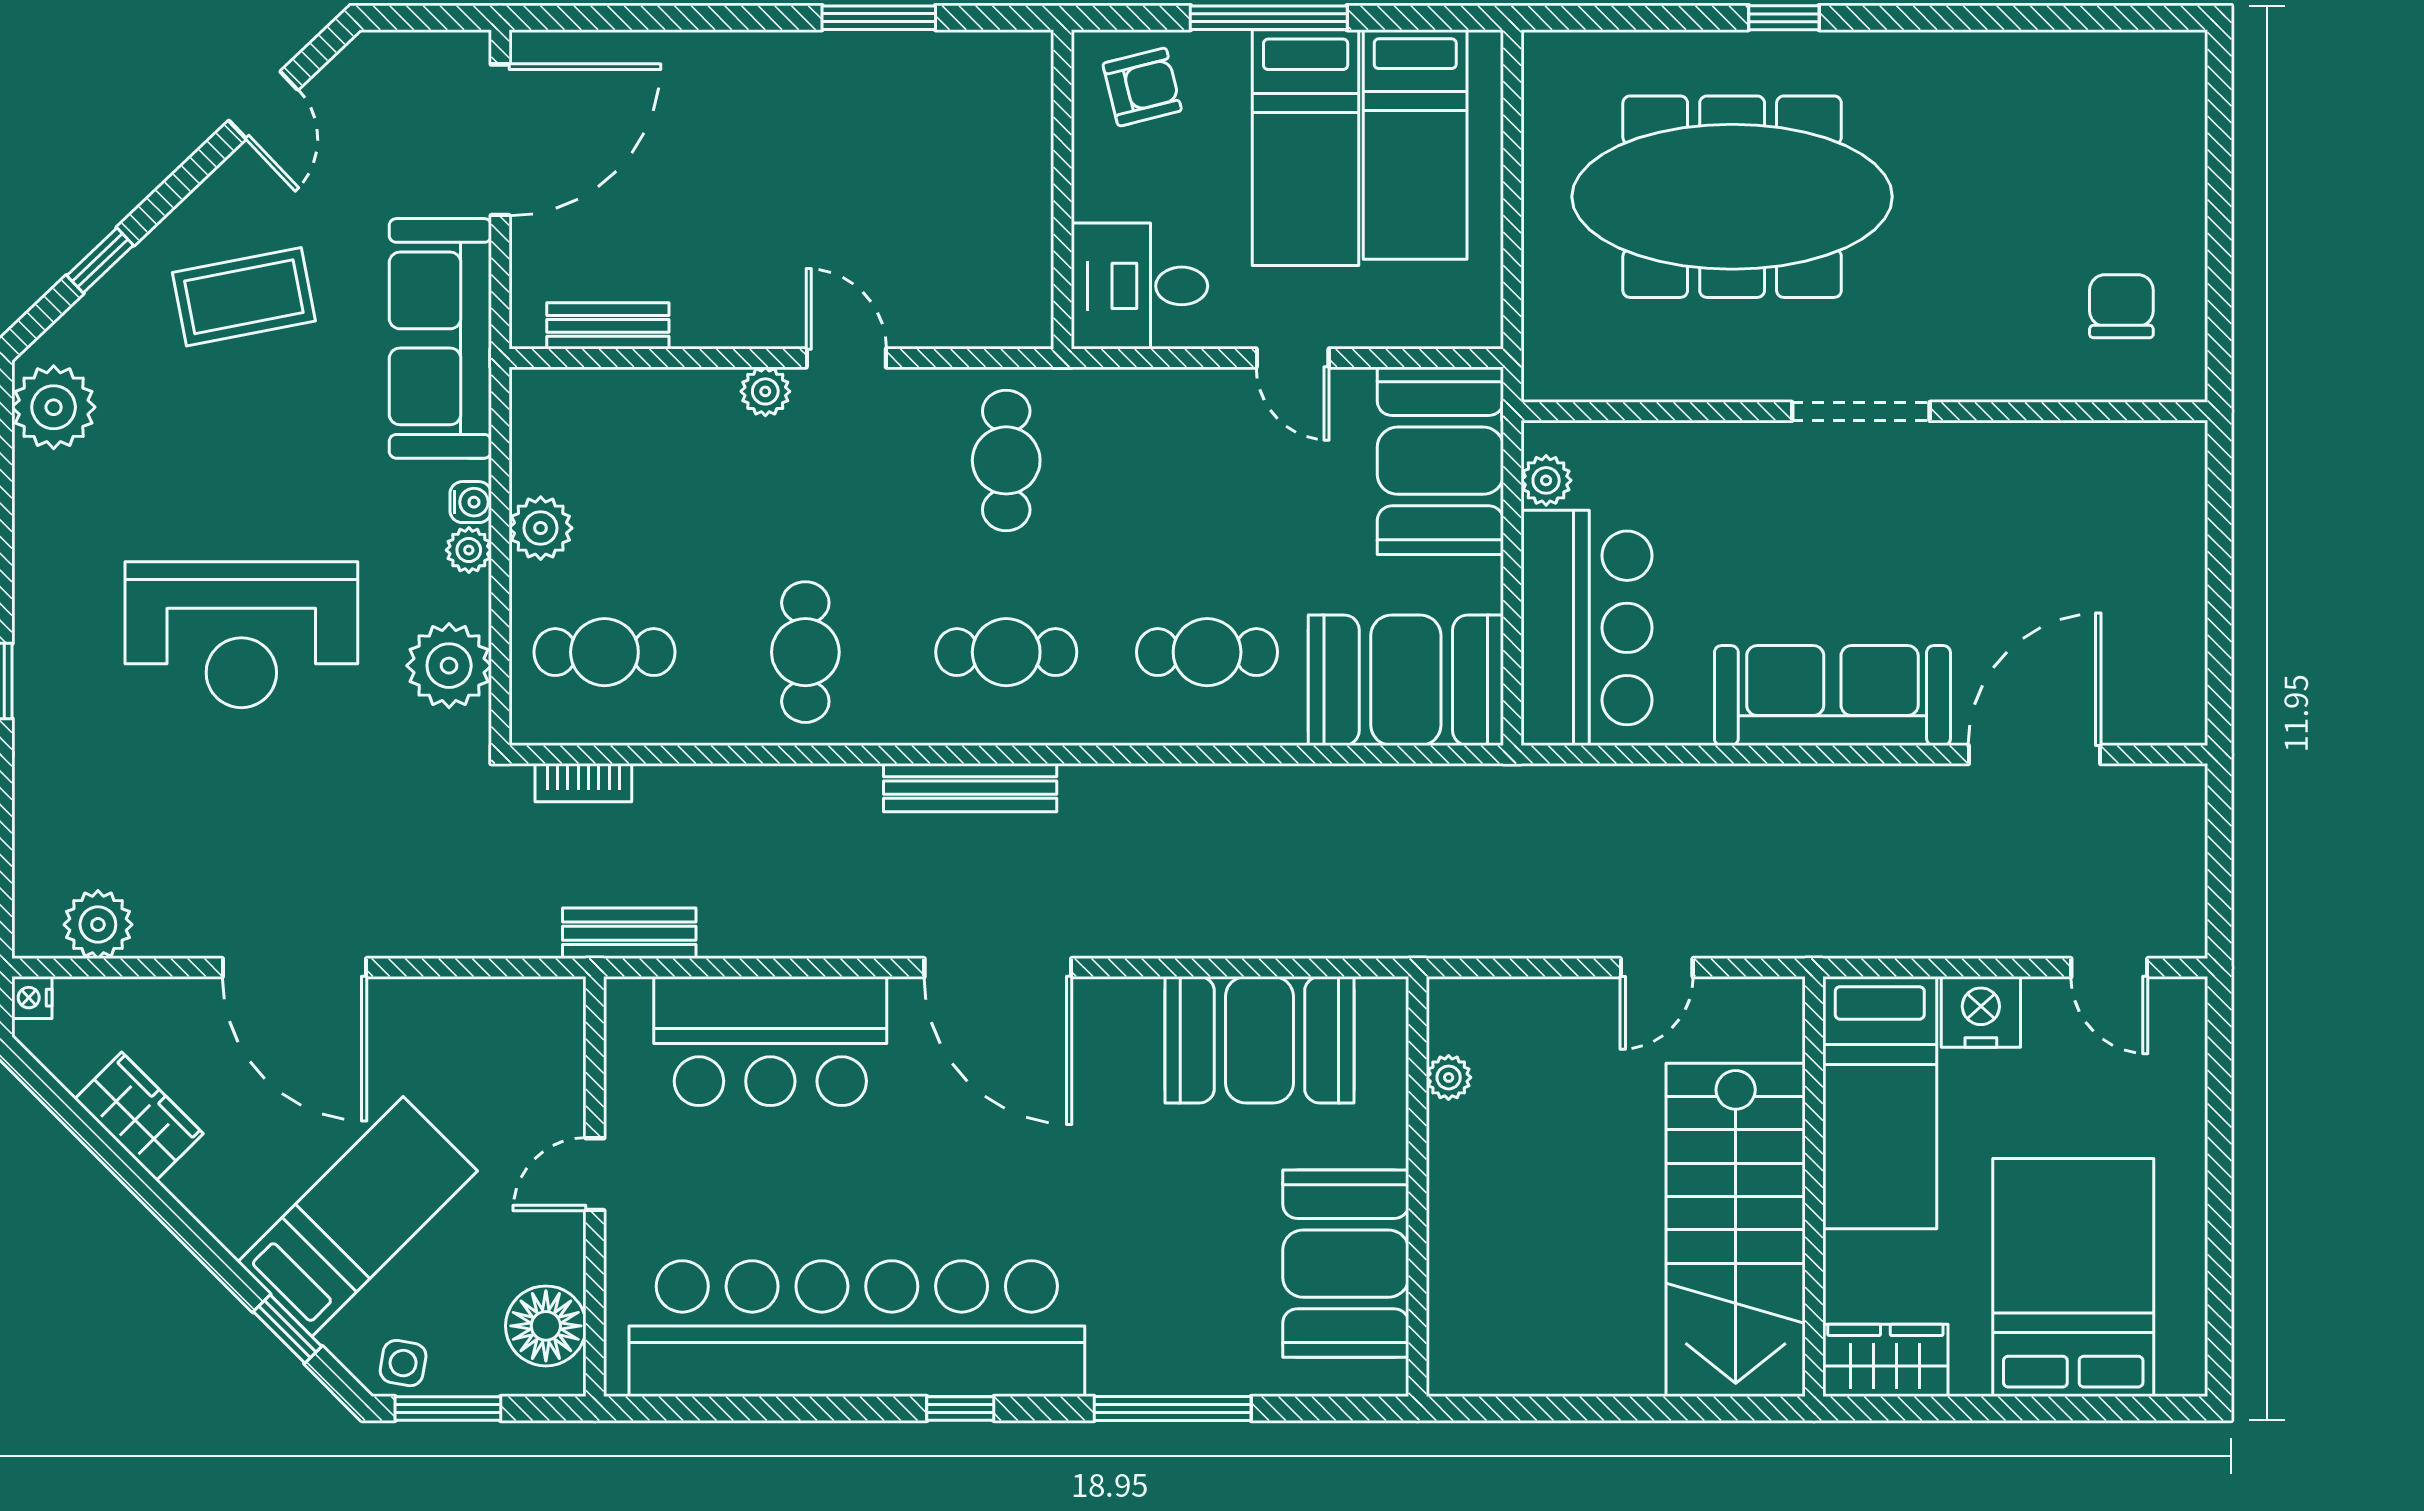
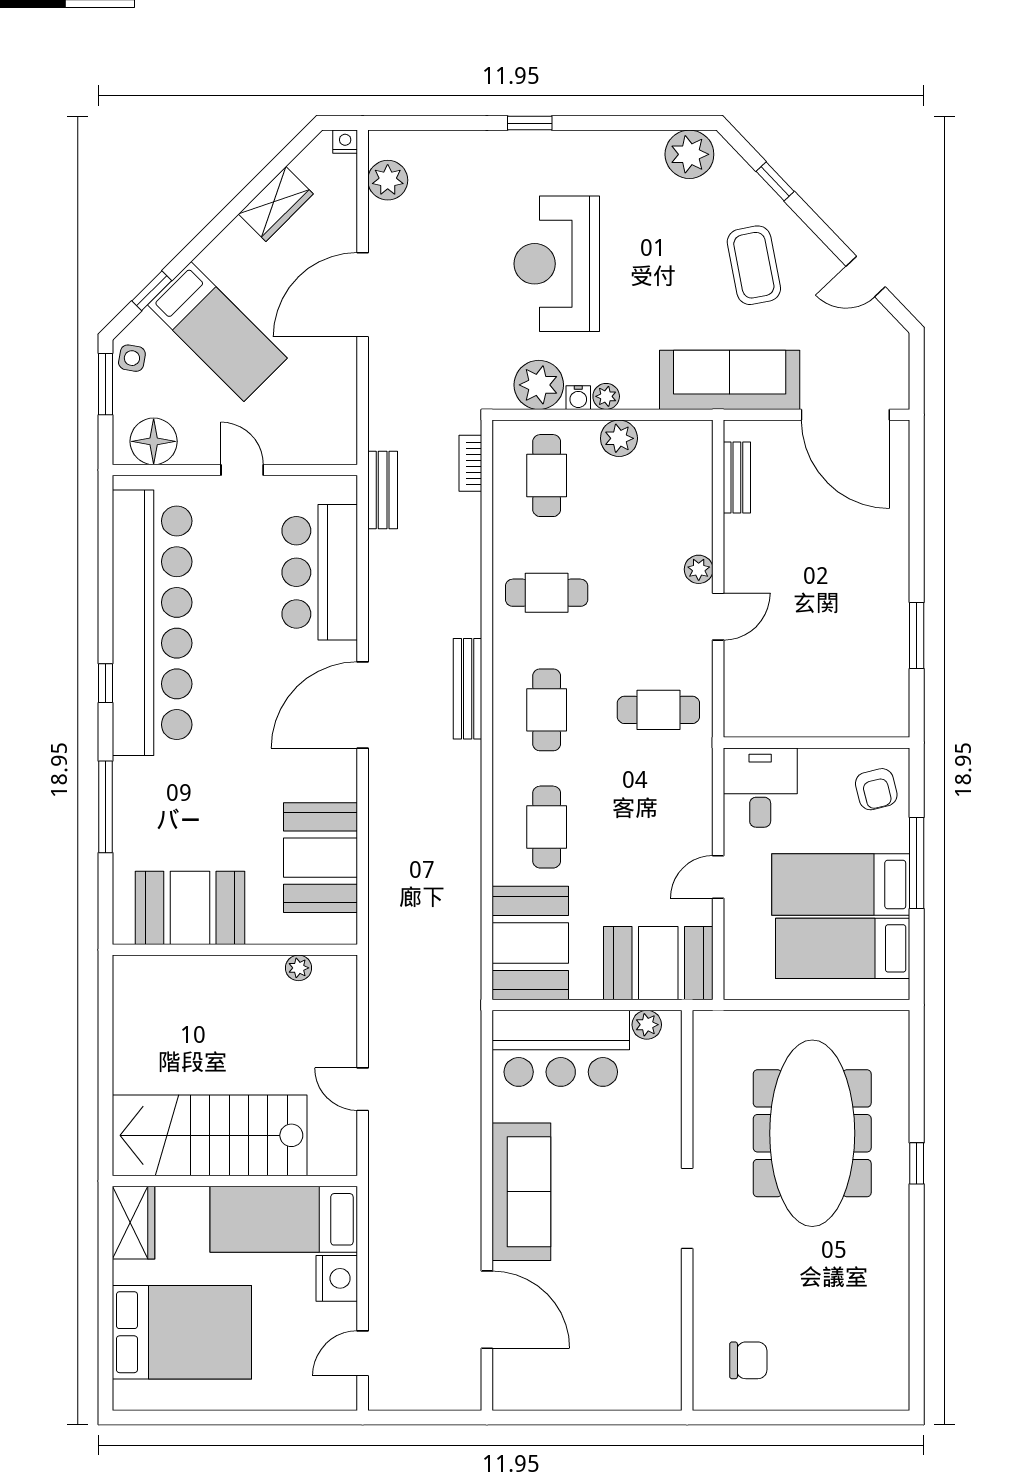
water cooler: (471, 502) -> (578, 398), moved

